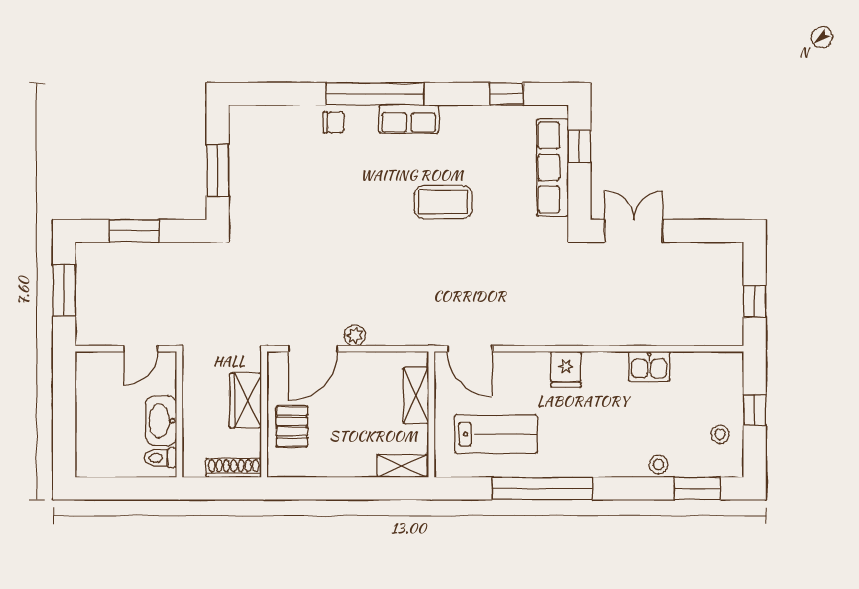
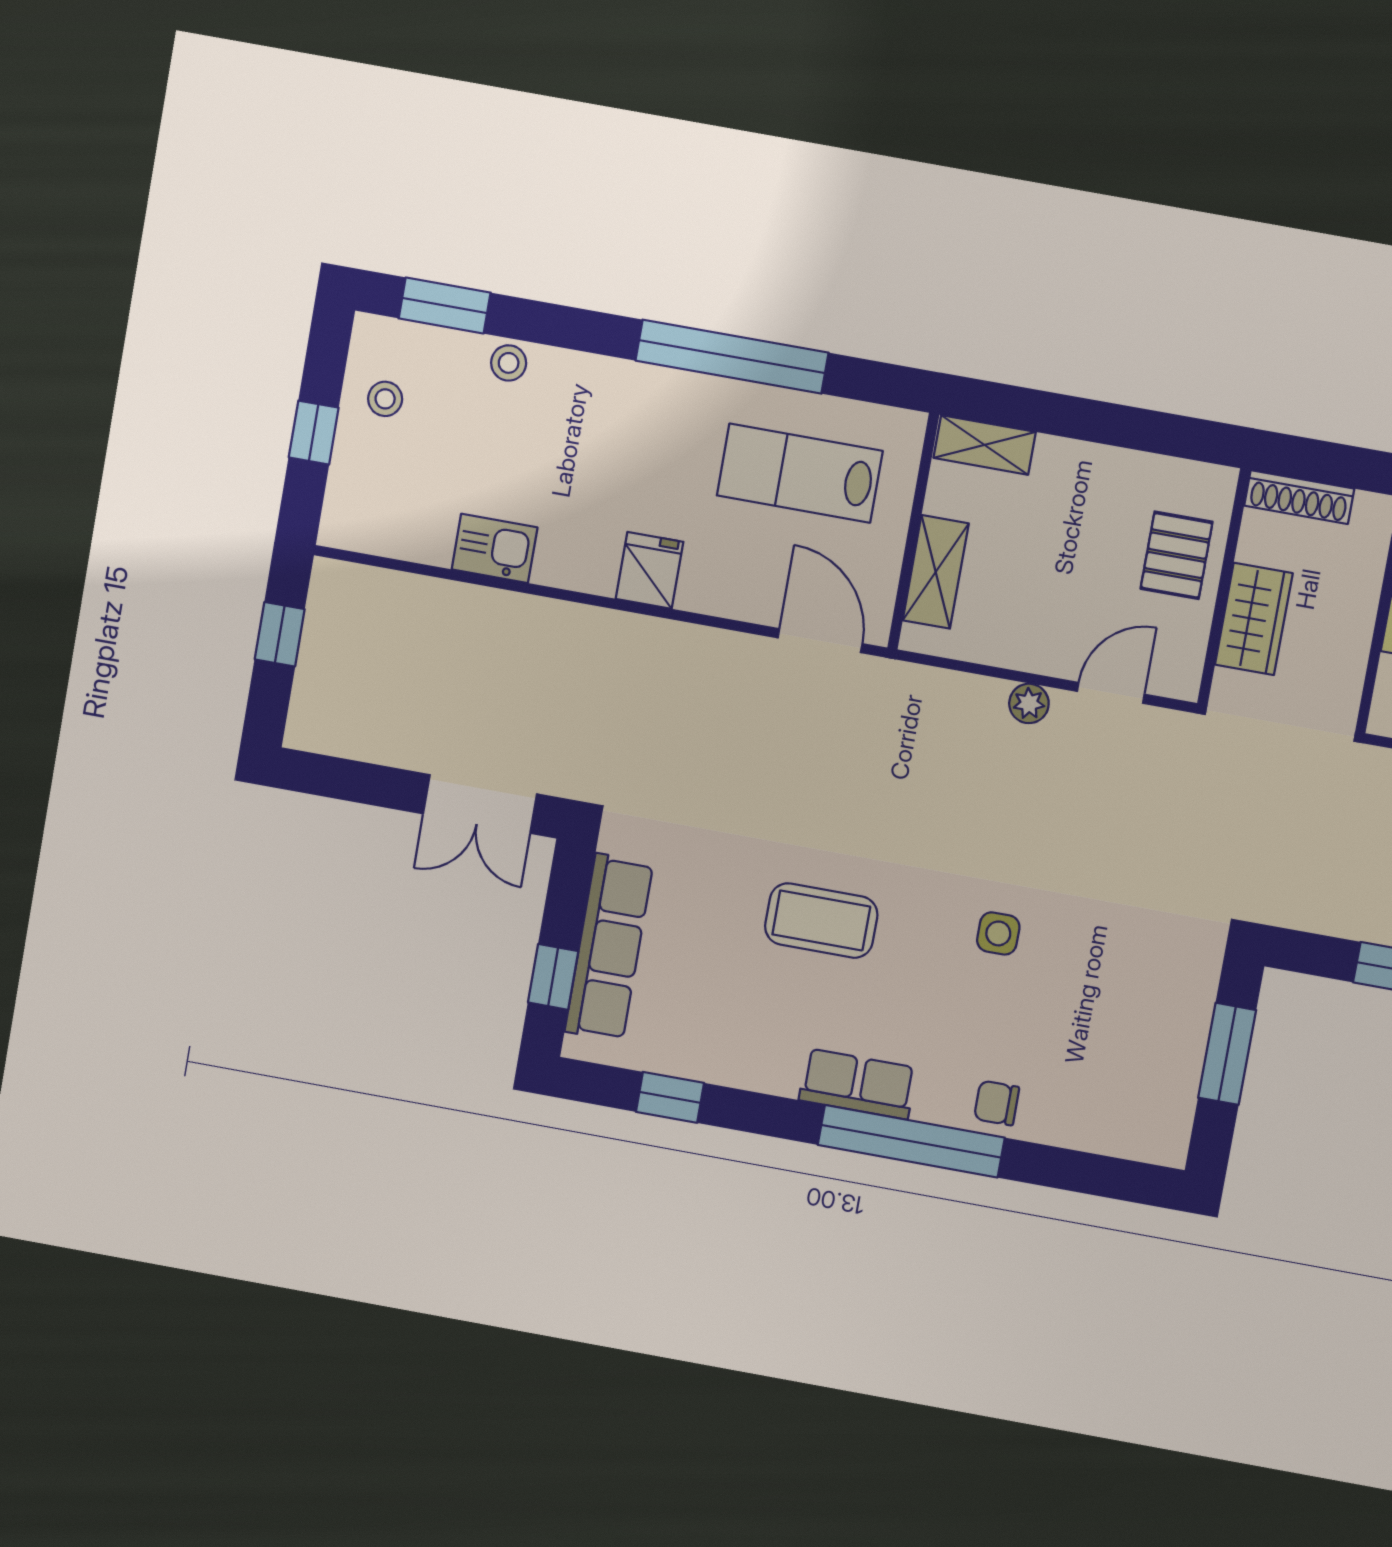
side table: (349, 212) -> (998, 933), added
door: (313, 349) -> (1111, 693), width x0.73

